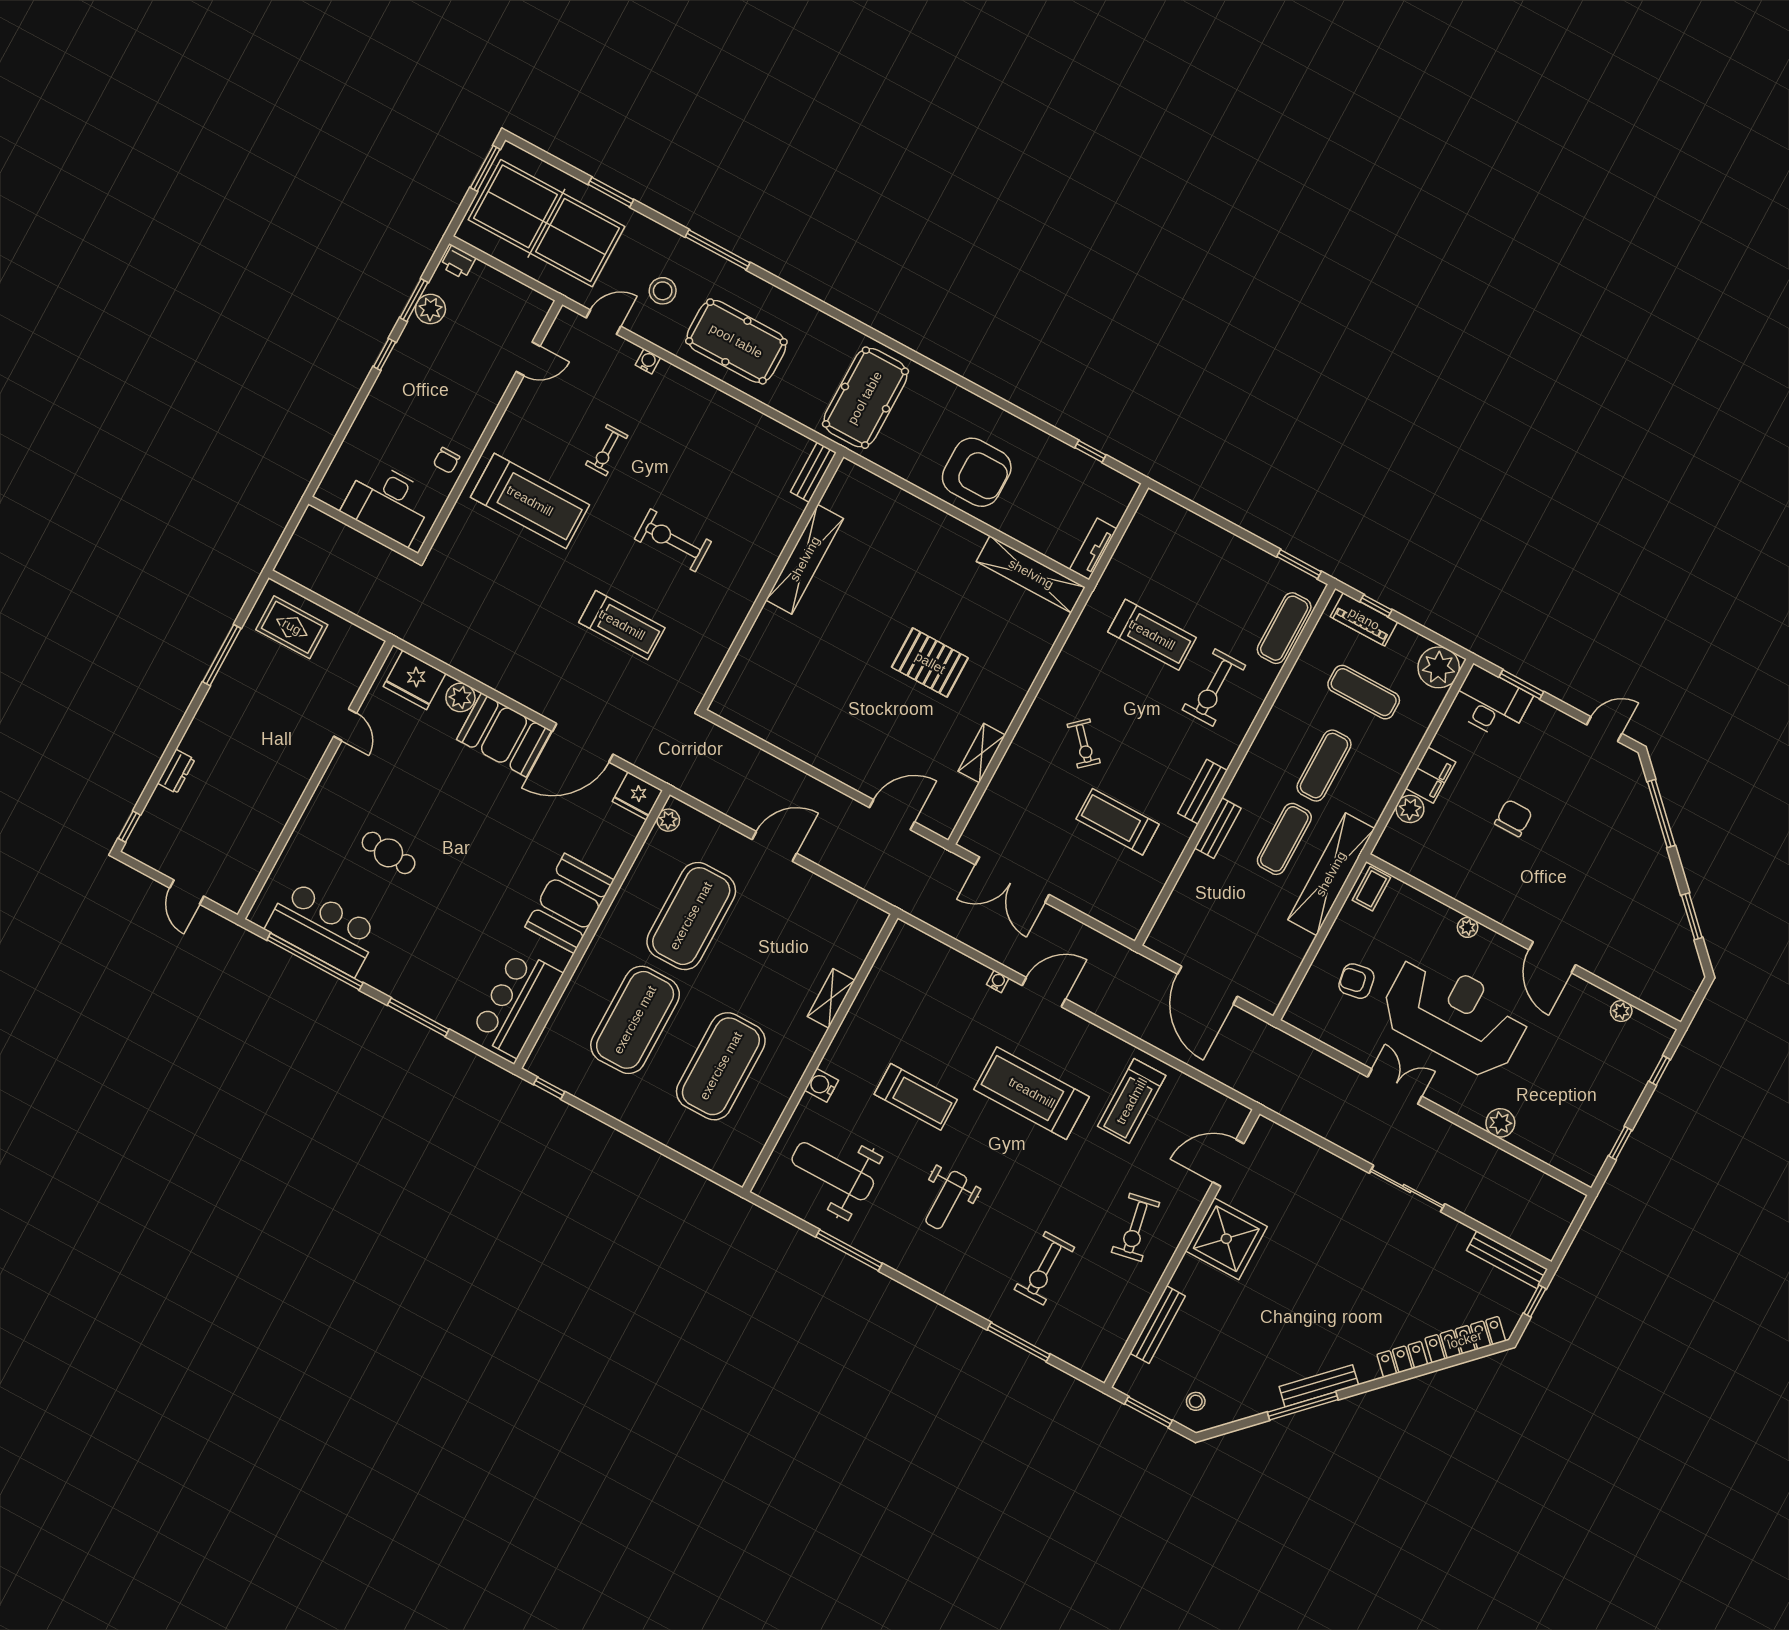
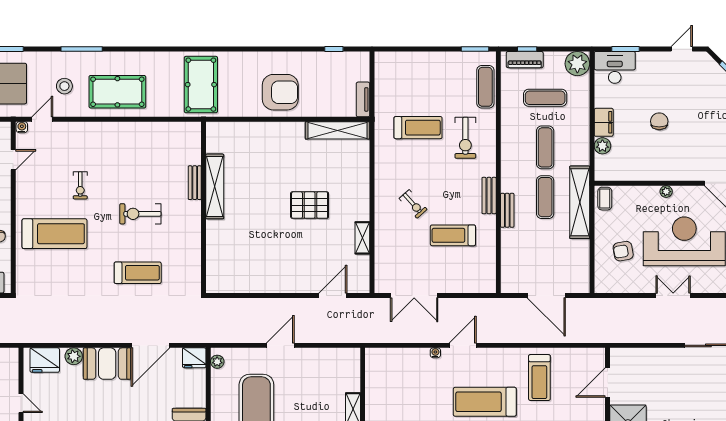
water cooler: (648, 361) -> (22, 127), moved
bench: (813, 472) -> (195, 183), moved

